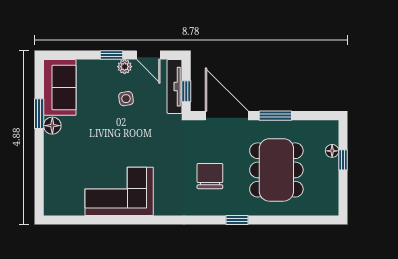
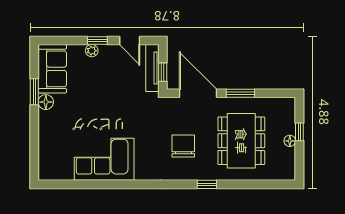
plant: (125, 67) -> (92, 51), moved
side table: (126, 99) -> (110, 79), removed
floor lamp: (332, 151) -> (290, 141), moved

